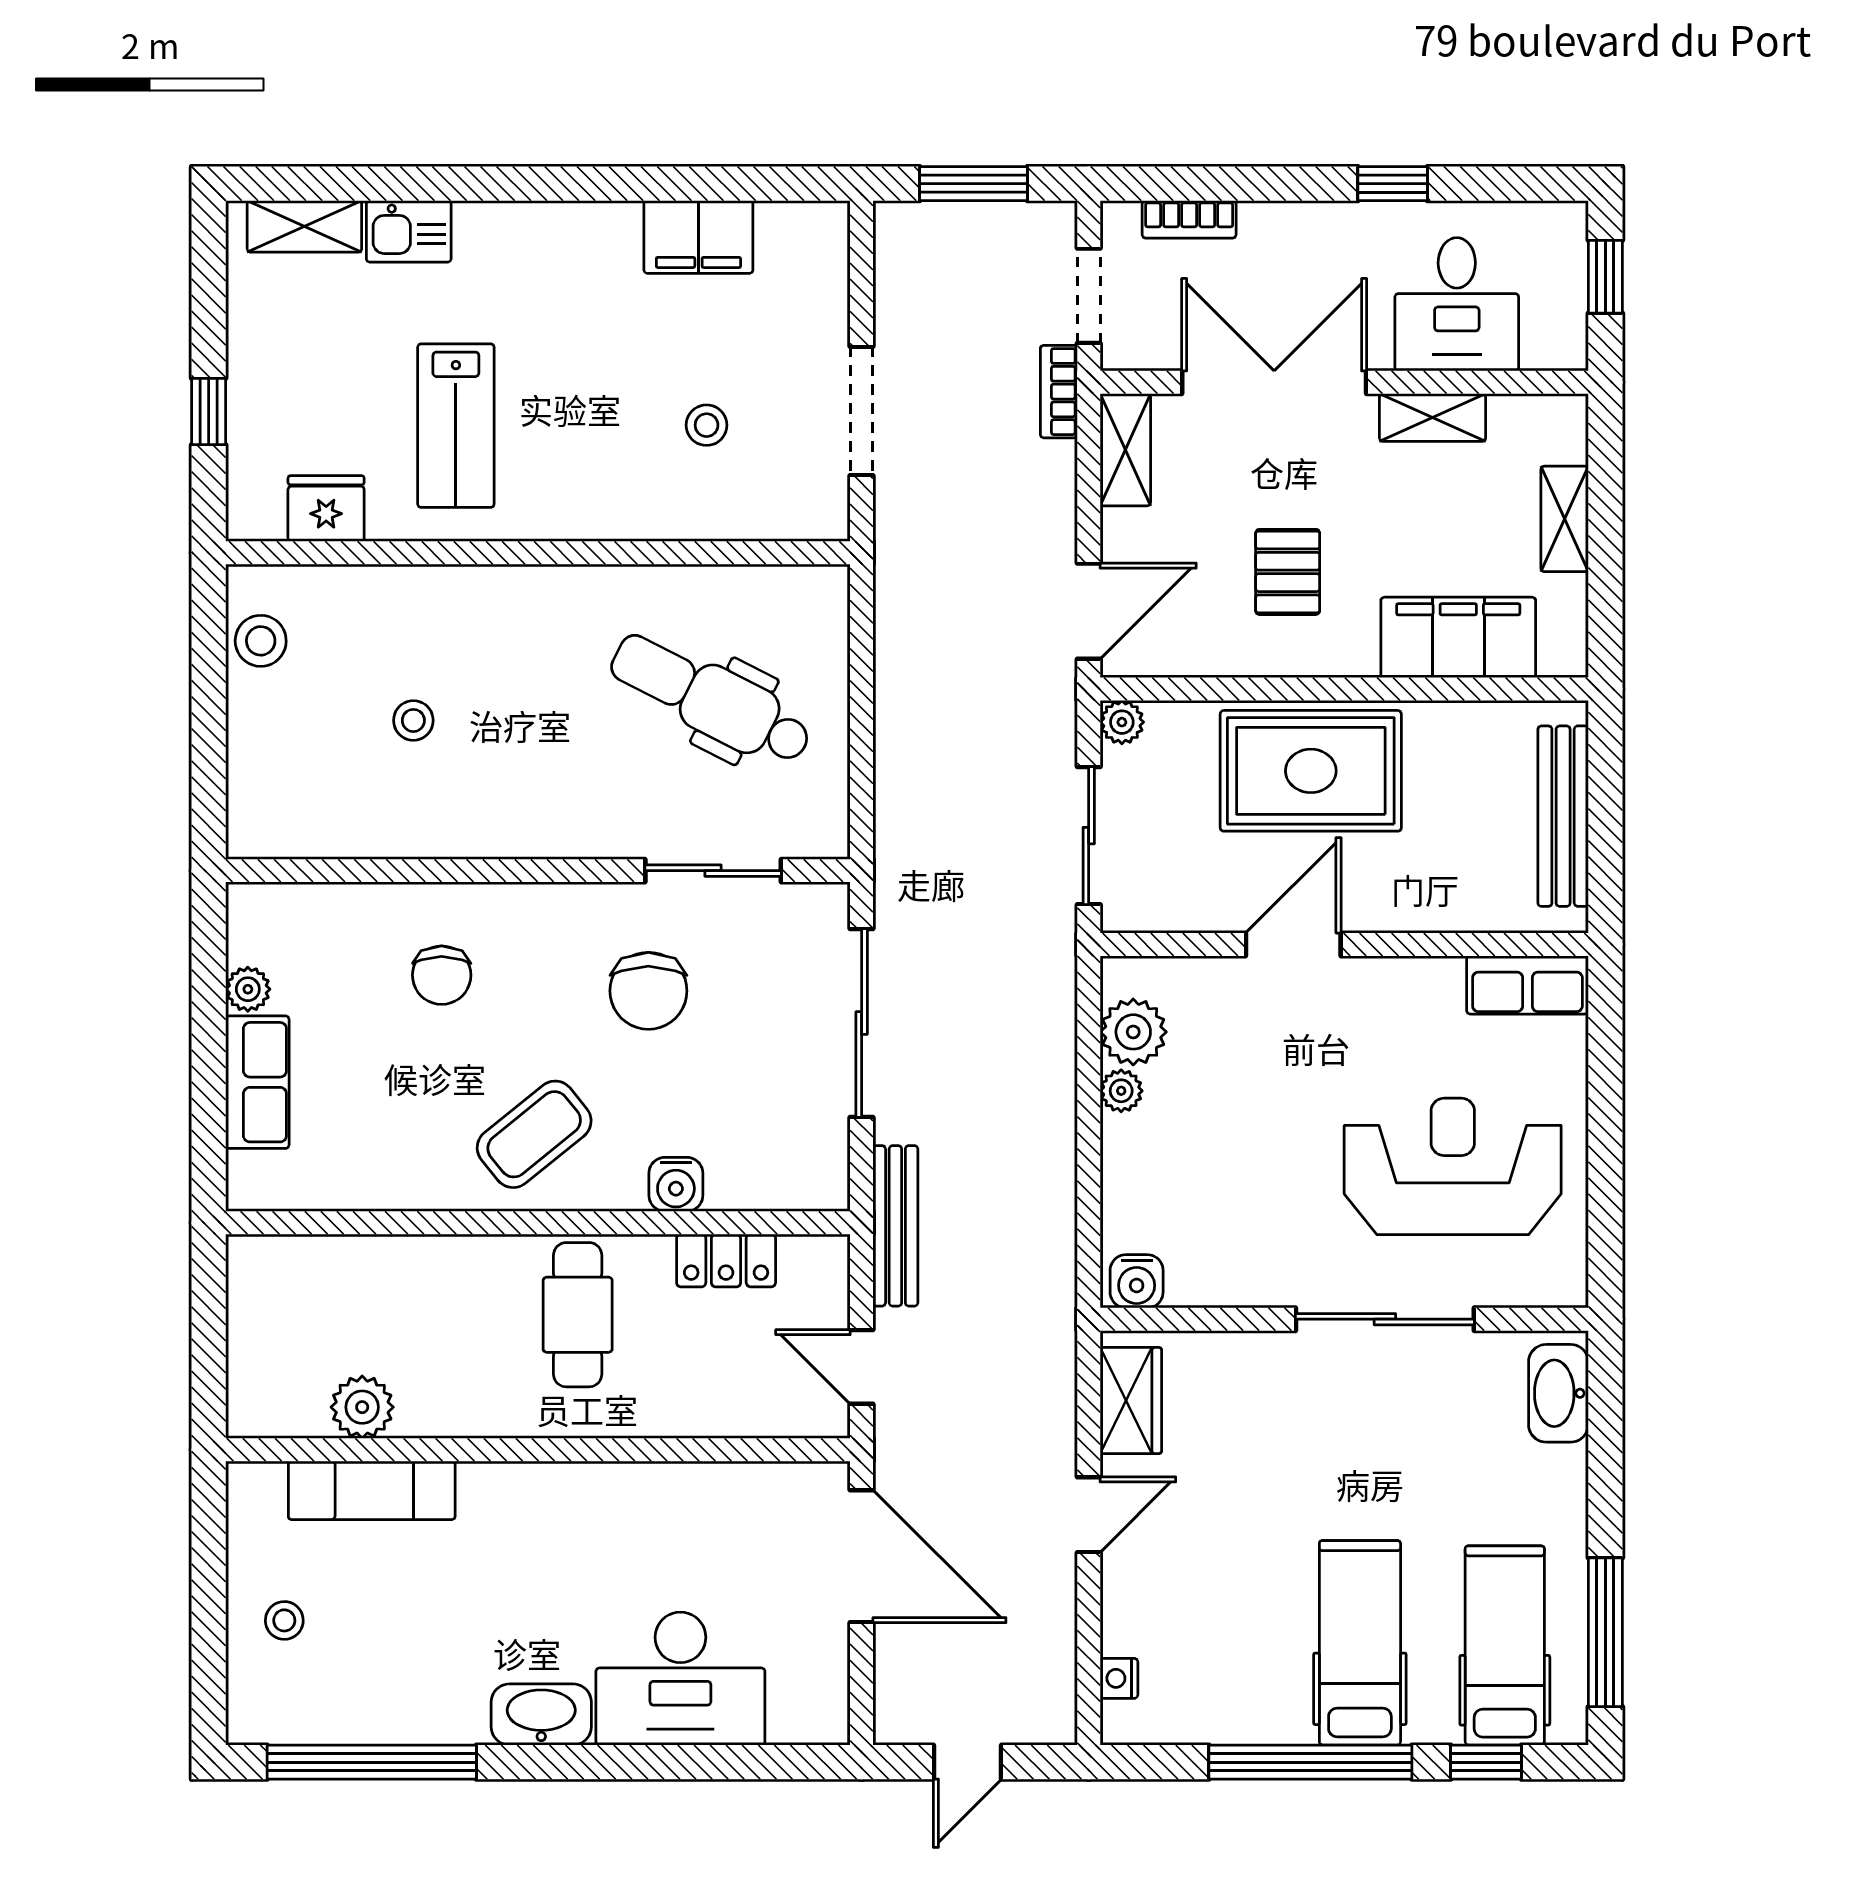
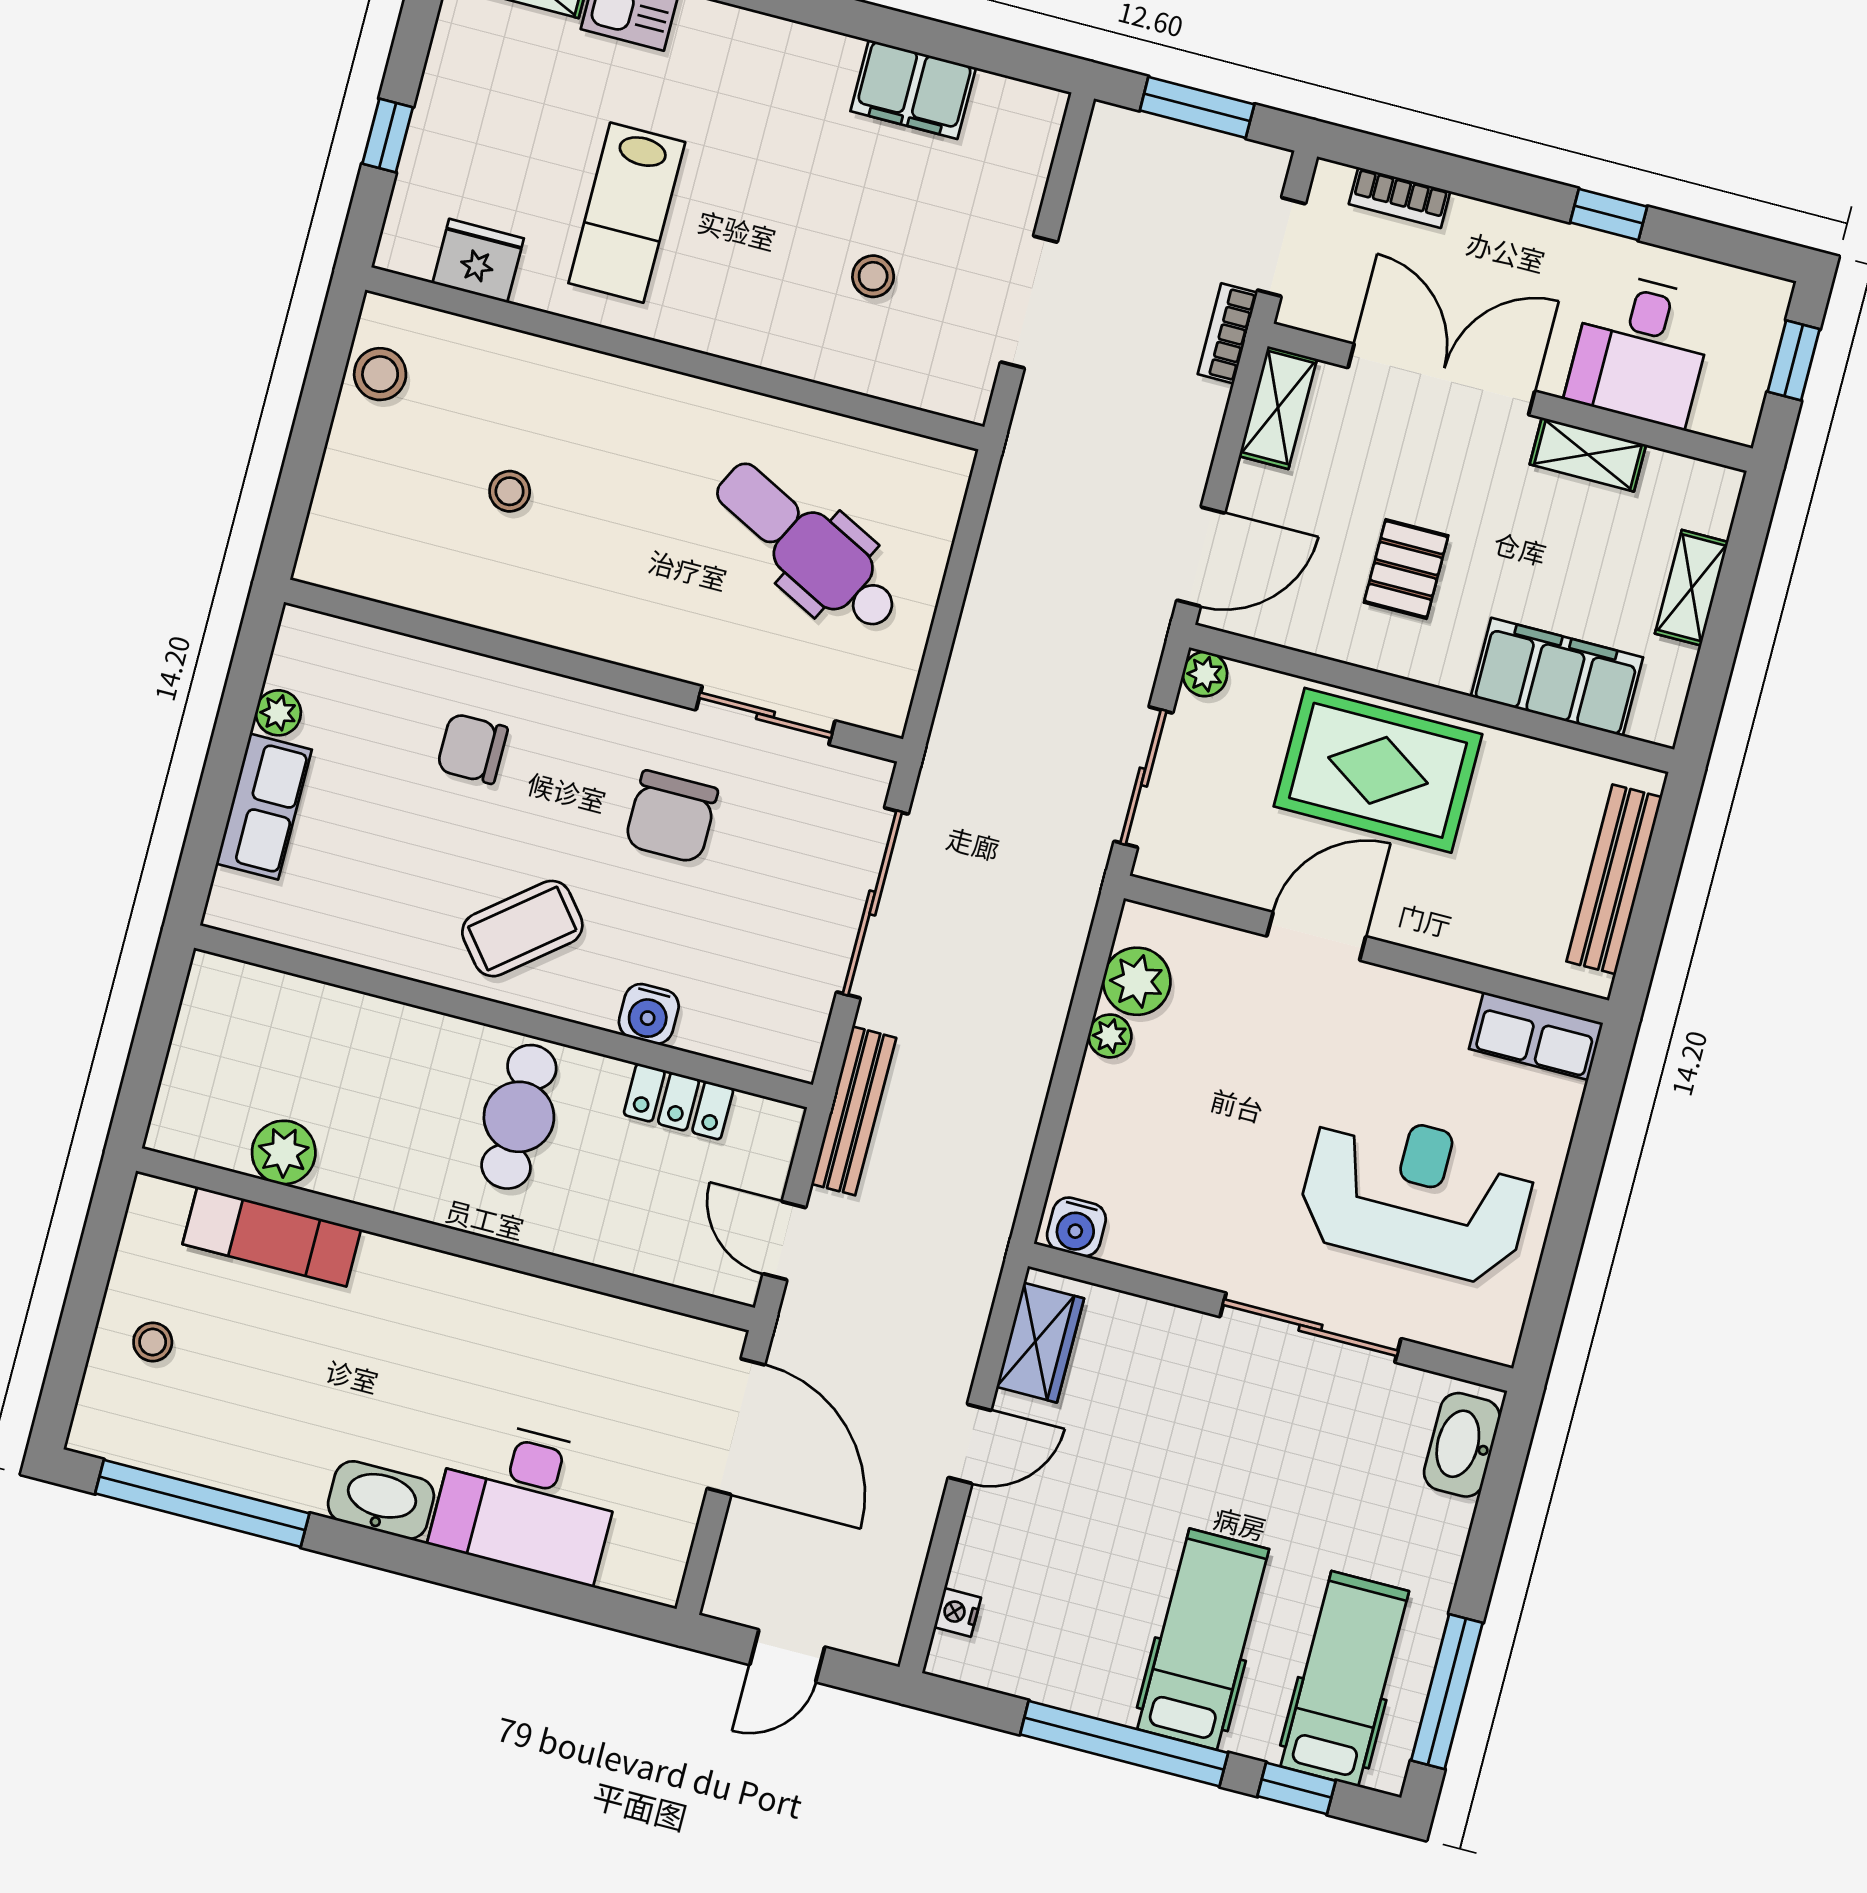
chair: (442, 975) -> (472, 749), turned 90

